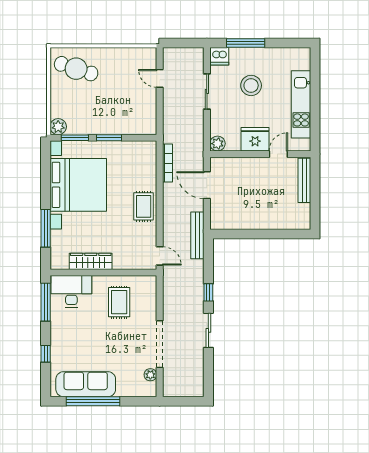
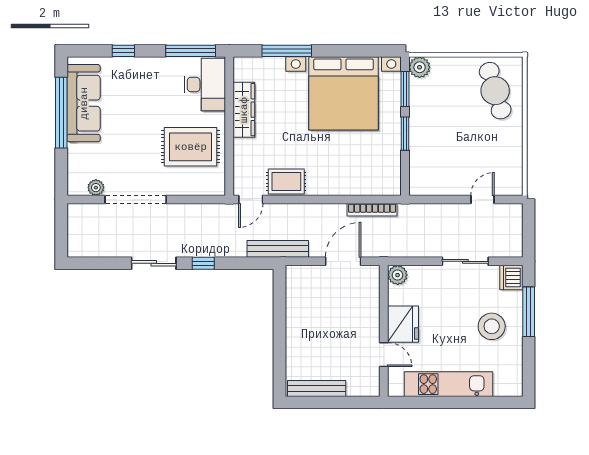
cafe table: (76, 69) -> (495, 91), turned -35
stool: (251, 85) -> (492, 326), moved
bench: (304, 180) -> (317, 388), moved
rug: (144, 206) -> (286, 181), moved
rug: (119, 302) -> (191, 147), width x1.36, depth x1.43

